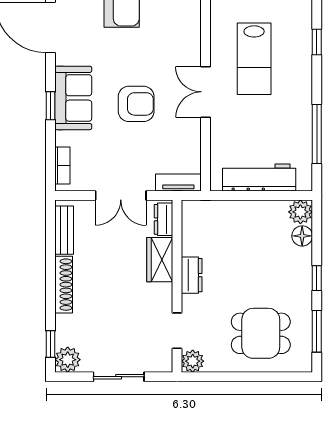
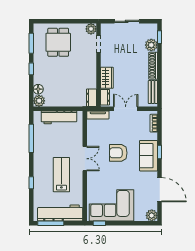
dresser: (192, 275) -> (91, 98), moved
dining table: (261, 333) -> (58, 42), turned 90
plant: (68, 360) -> (151, 45), moved

